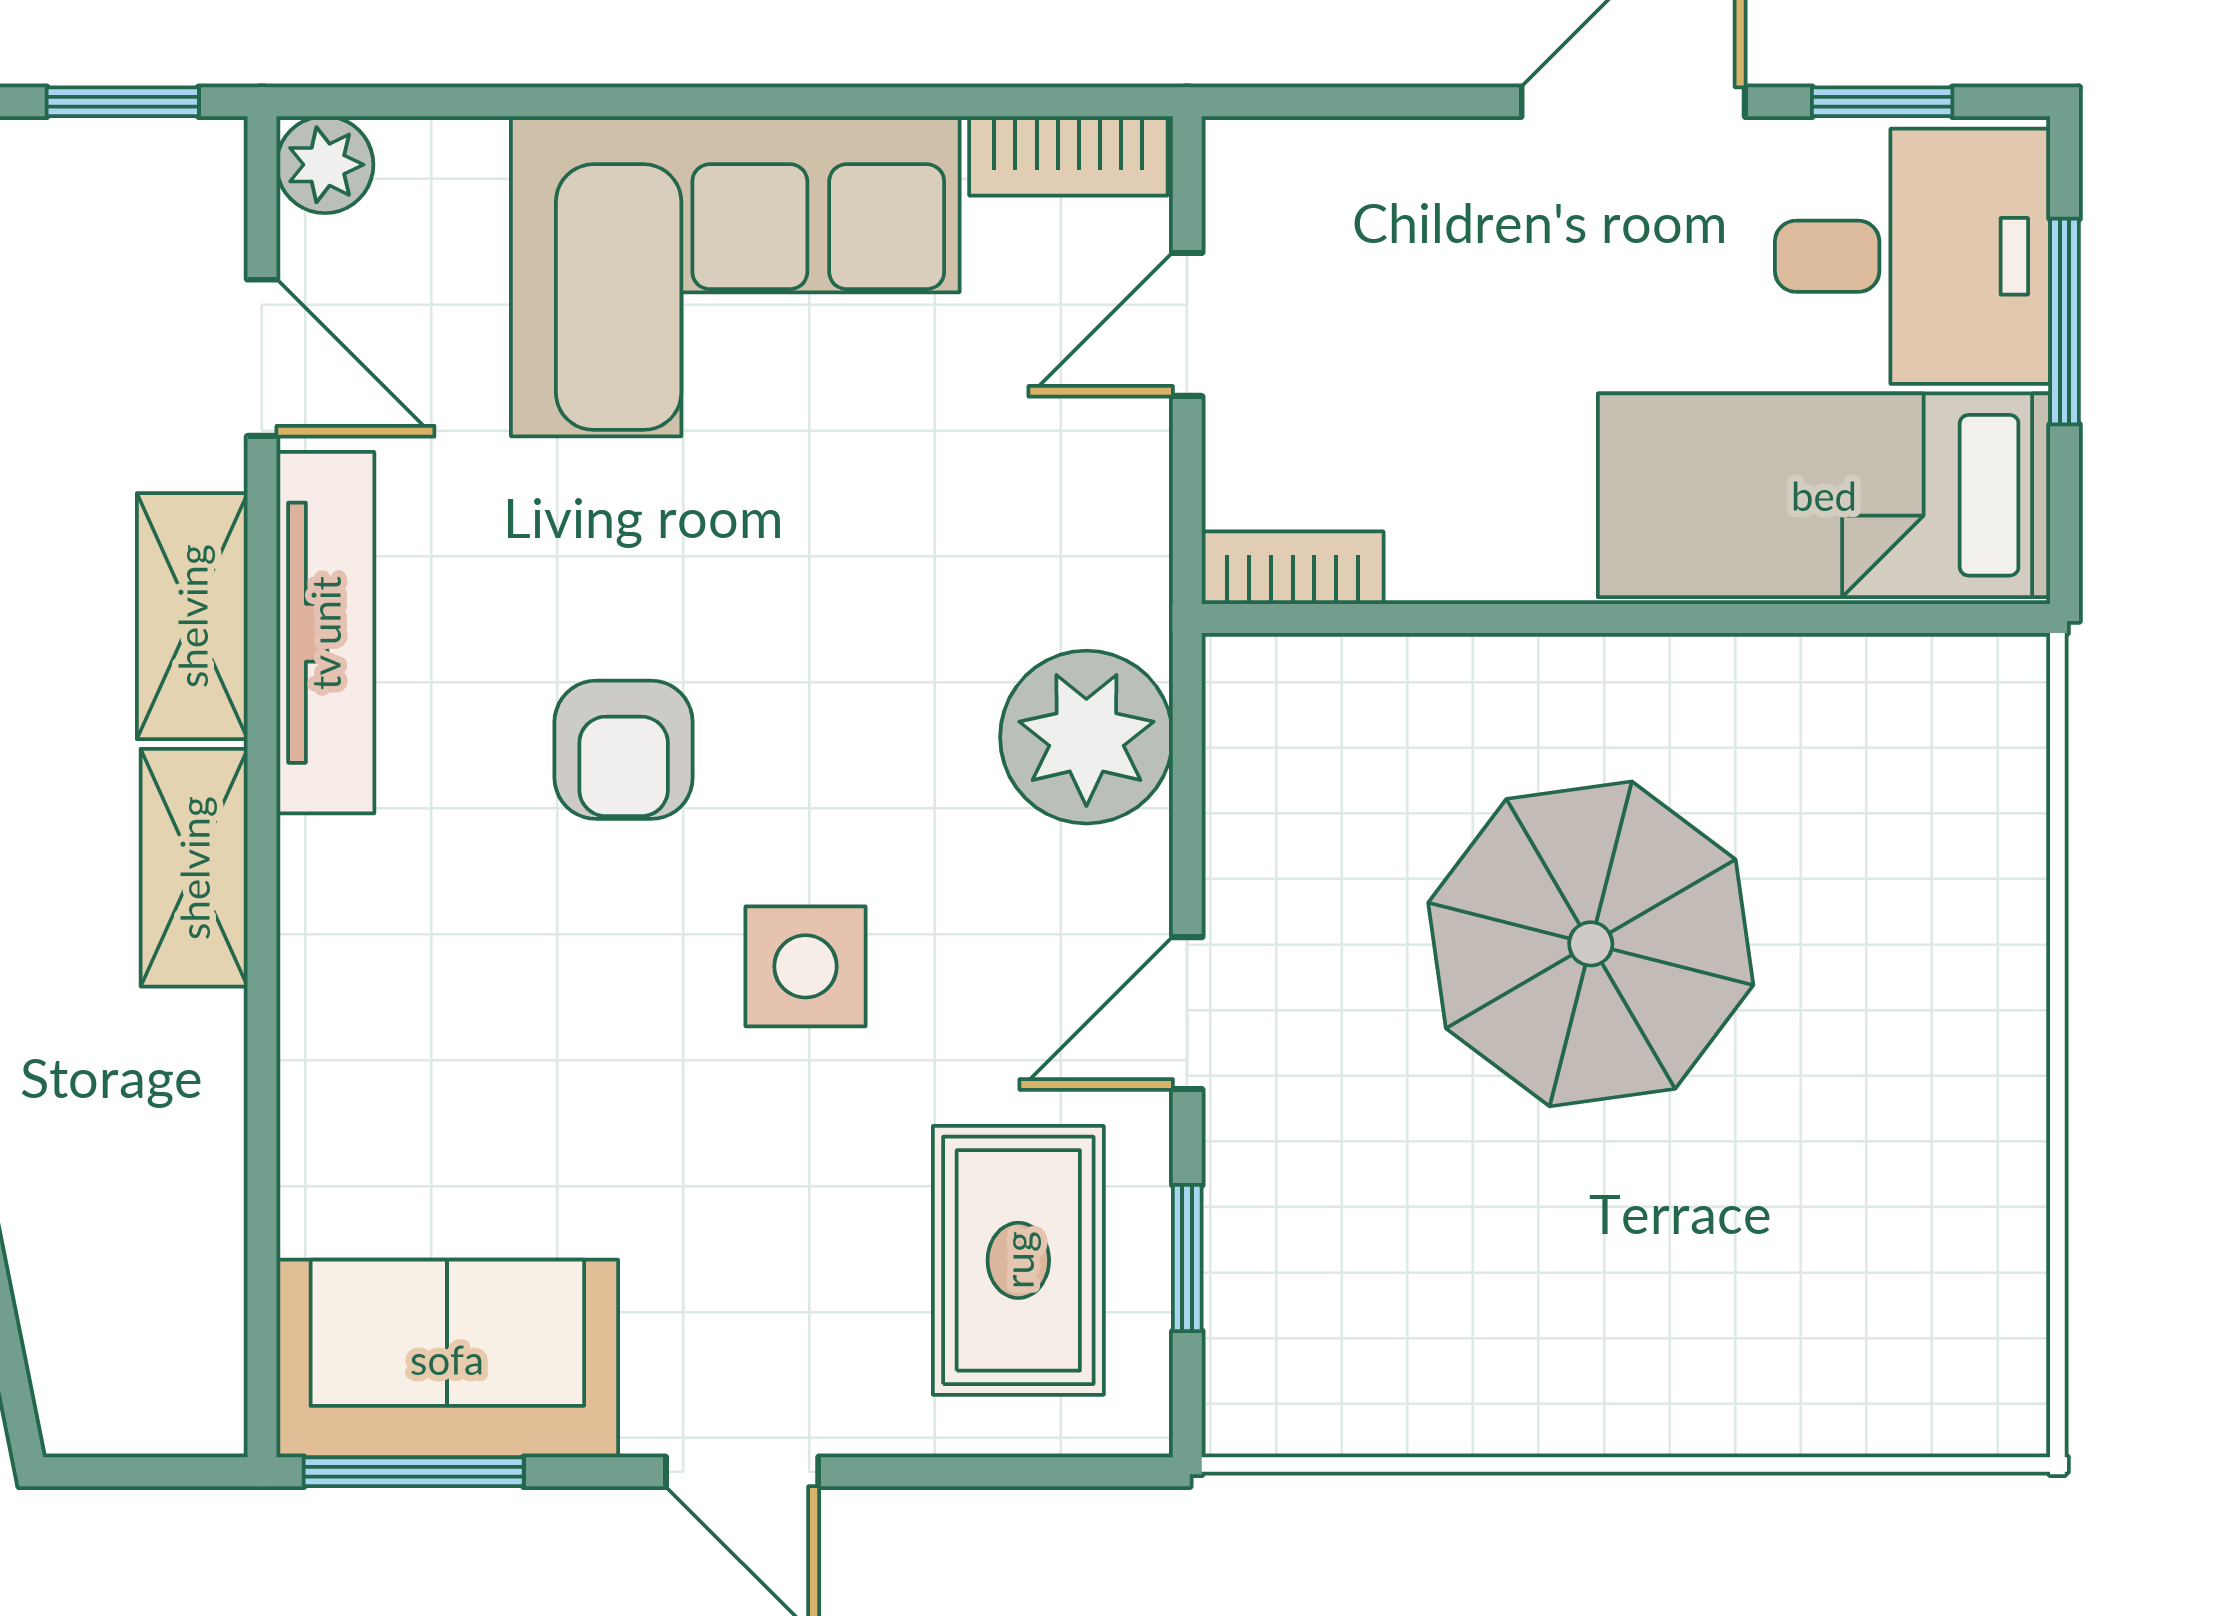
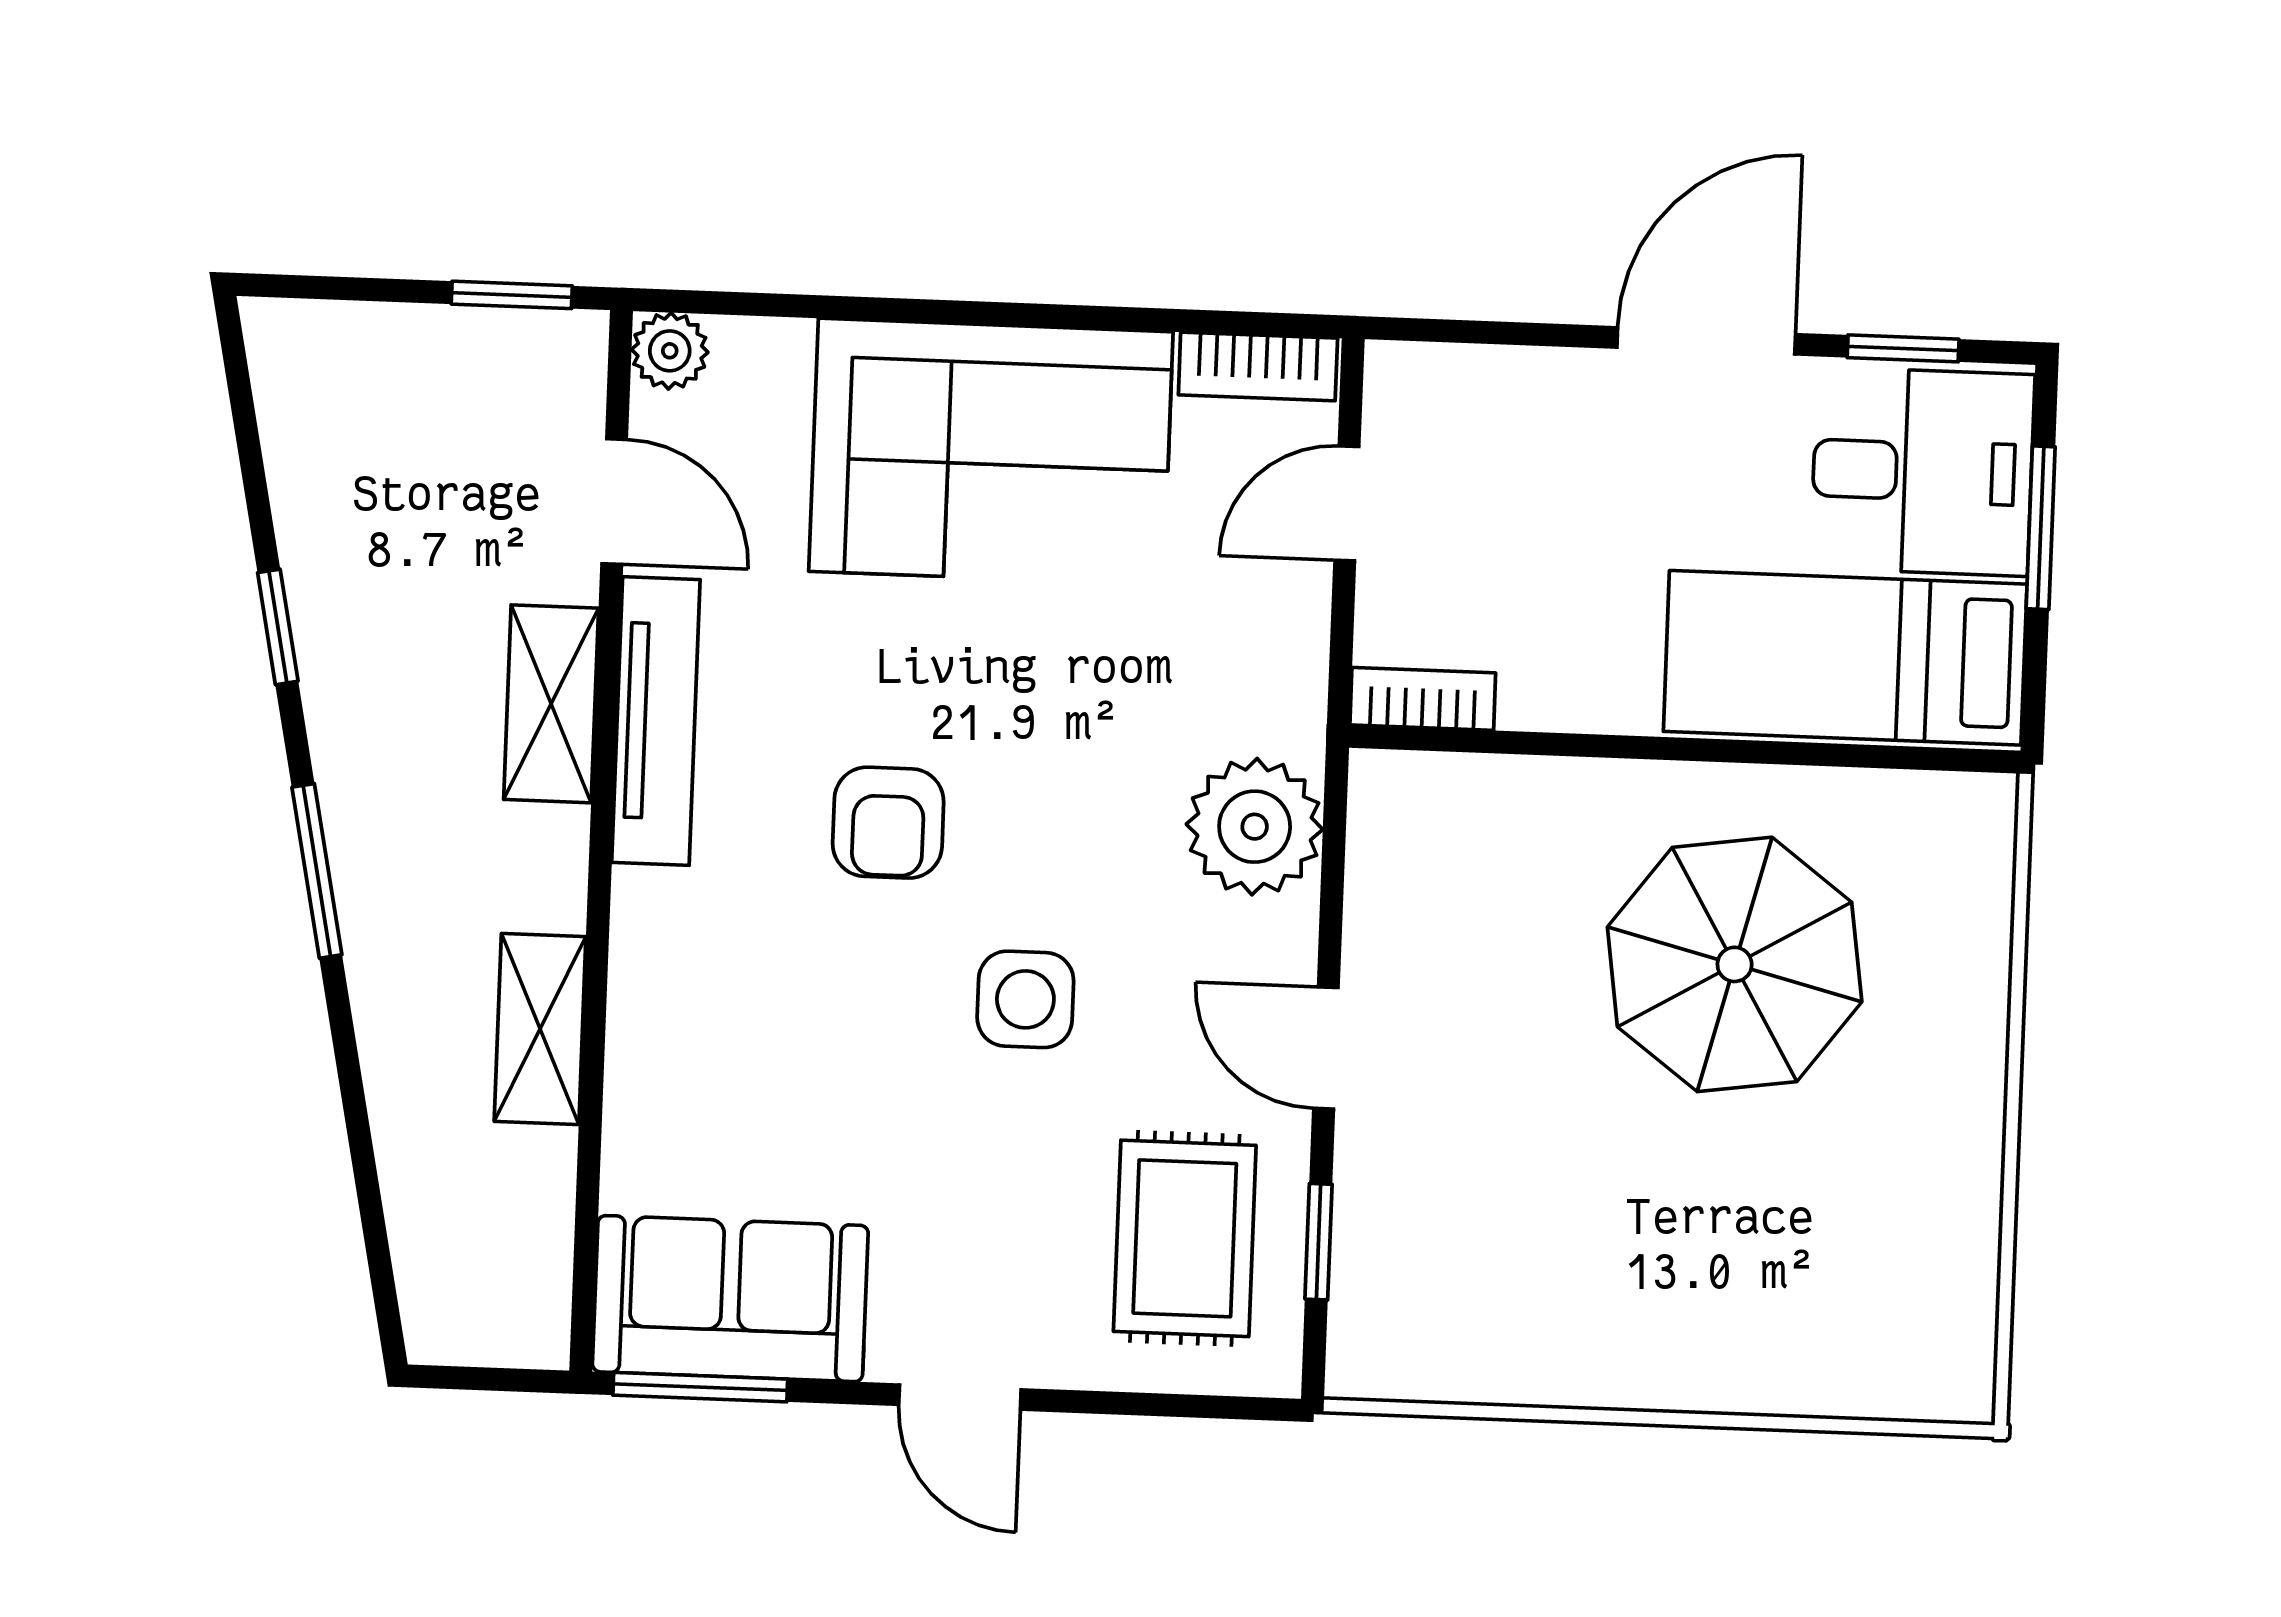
shelving: (194, 868) -> (540, 1029), moved
parasol: (1591, 944) -> (1735, 964), moved
door: (1187, 1013) -> (1326, 1048), hinge flipped

